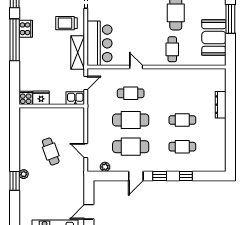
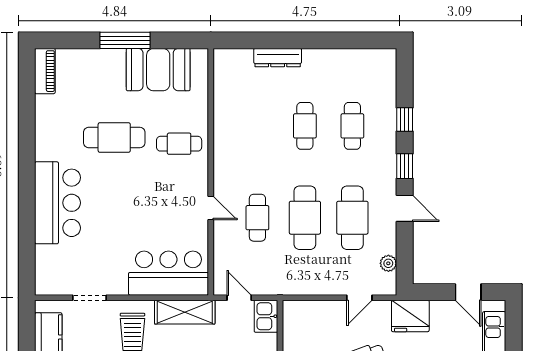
door: (136, 67) -> (211, 208), swing flipped
fridge: (75, 179) -> (410, 316), added

